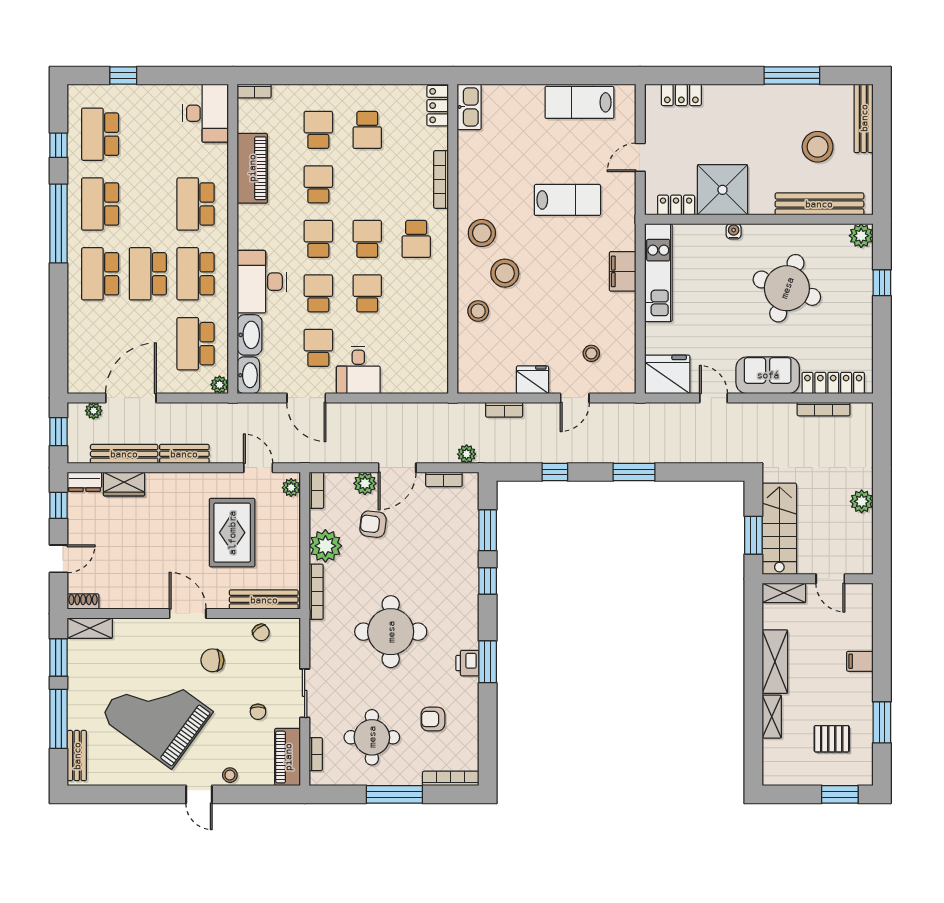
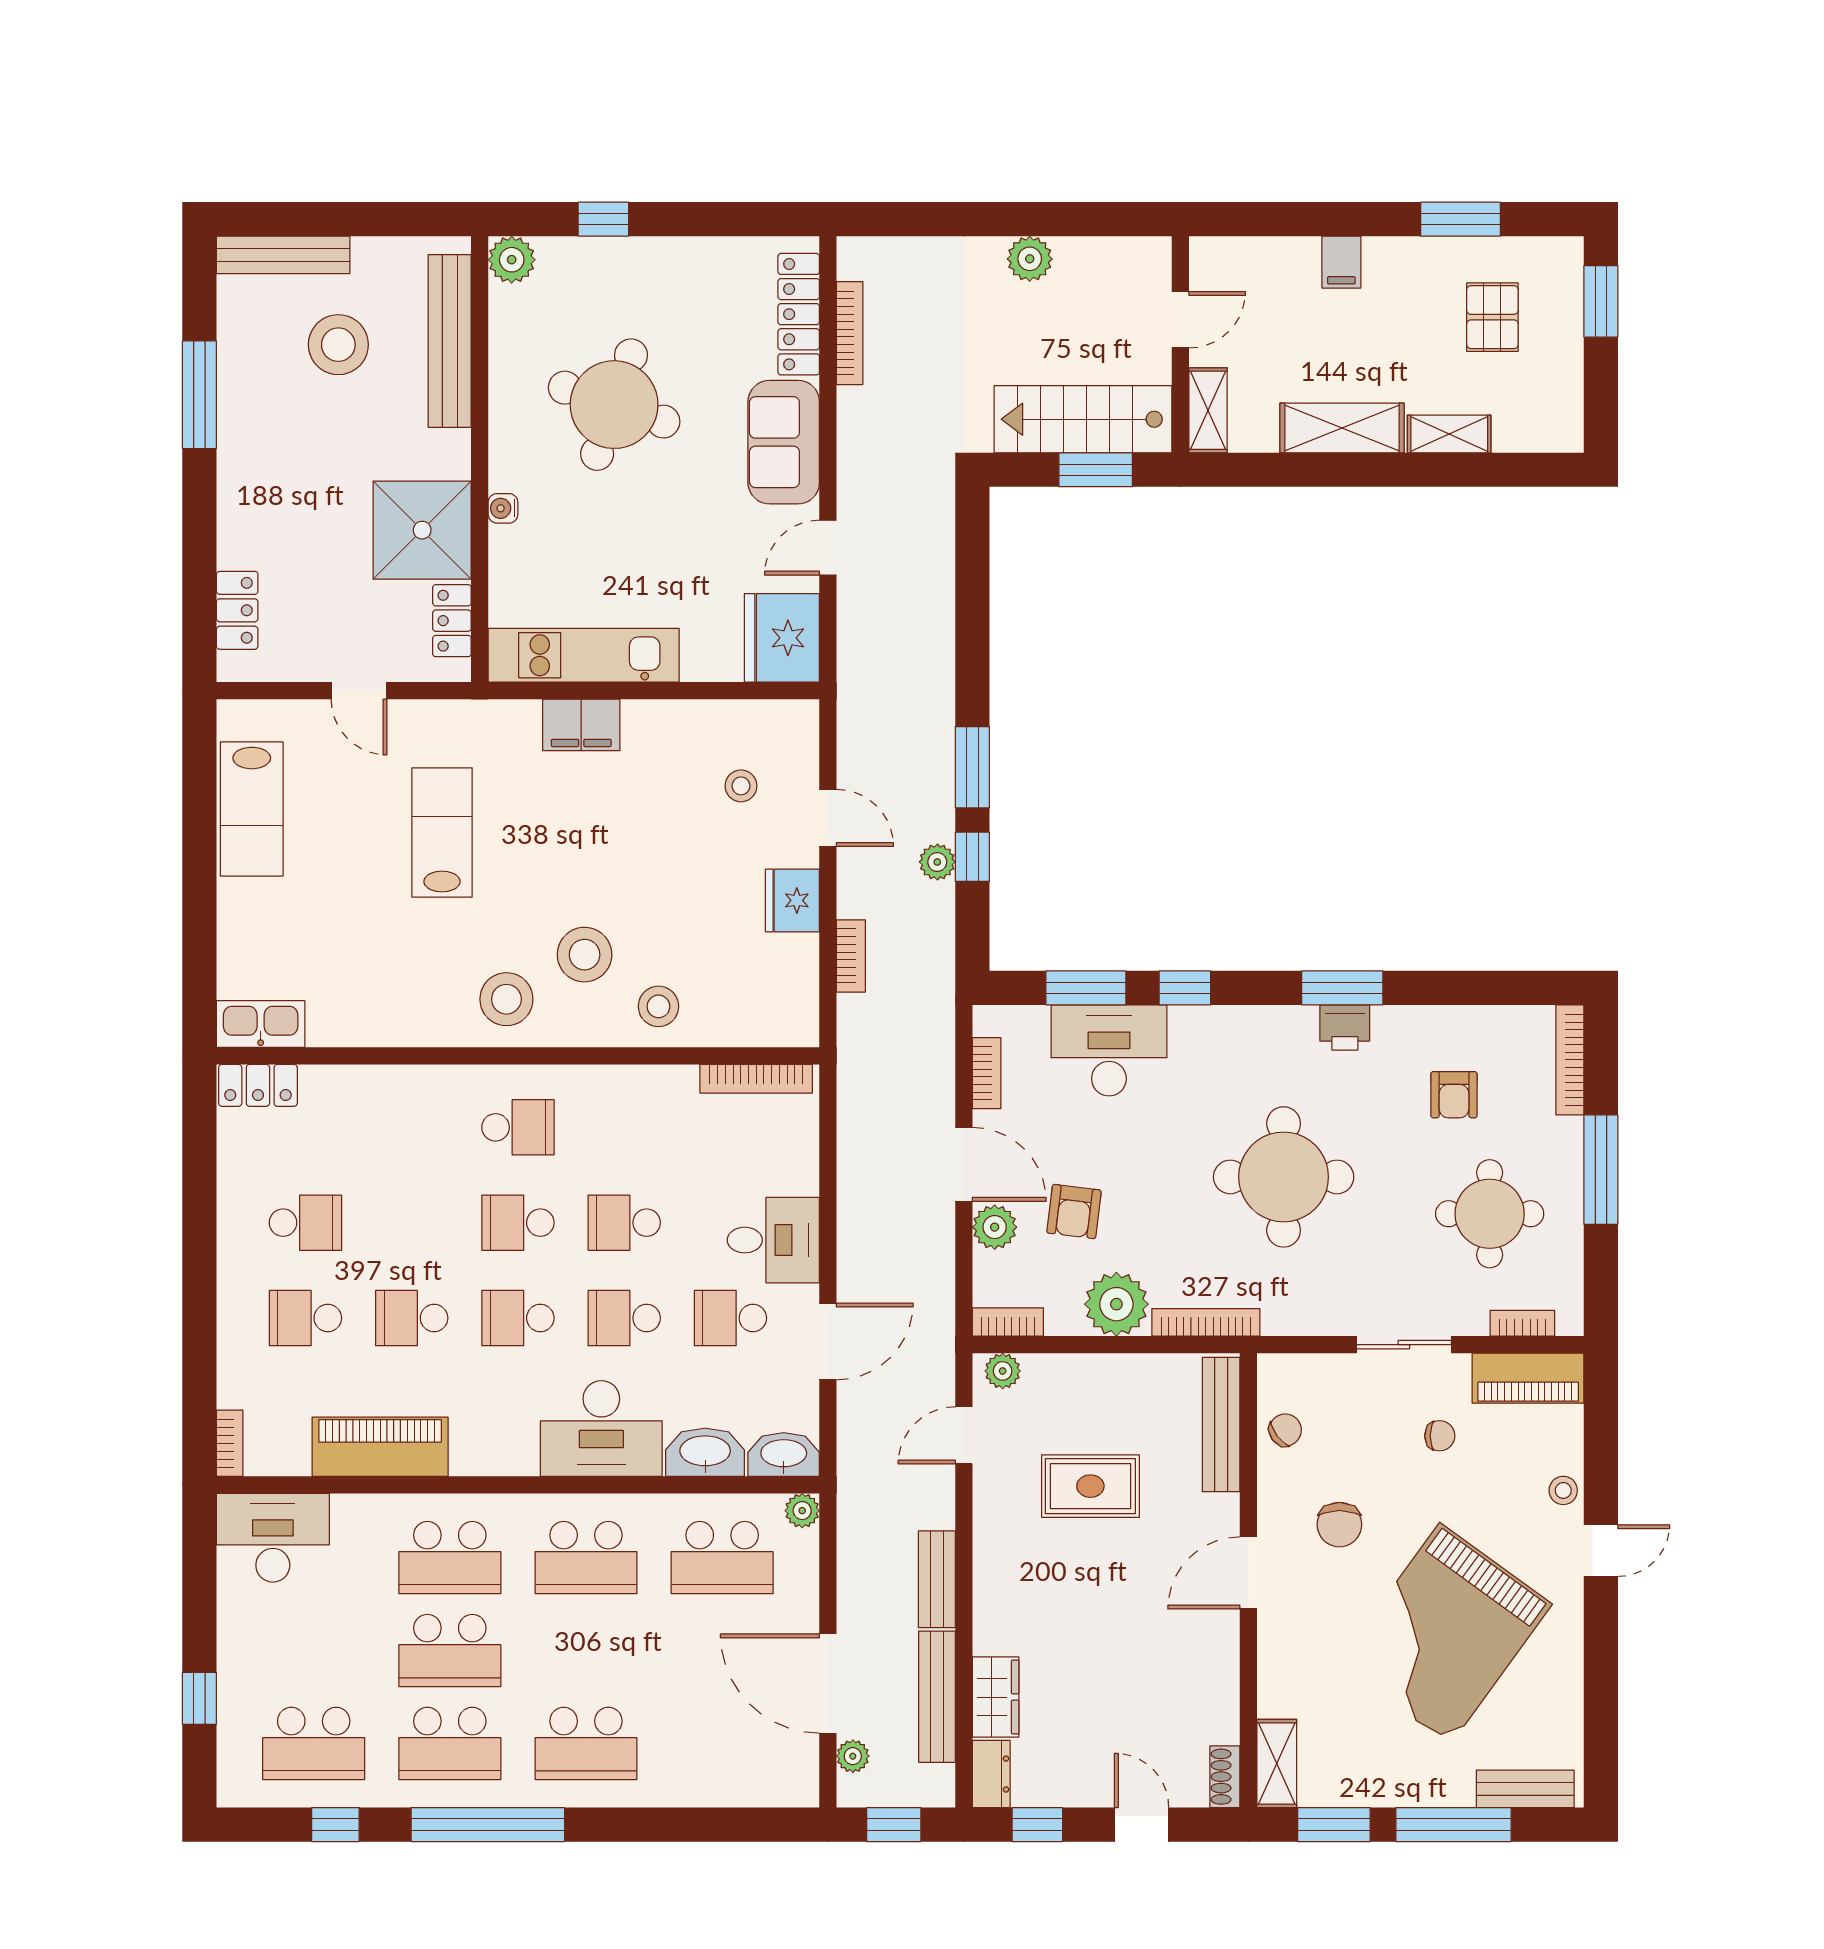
bookcase: (441, 179) -> (756, 1079), moved
school desk: (148, 274) -> (450, 1650), moved
plant: (467, 454) -> (937, 862), moved
window: (634, 472) -> (972, 767), moved
rug: (232, 533) -> (1090, 1486), width x0.73, depth x0.70
desk: (456, 542) -> (1109, 1050), added

